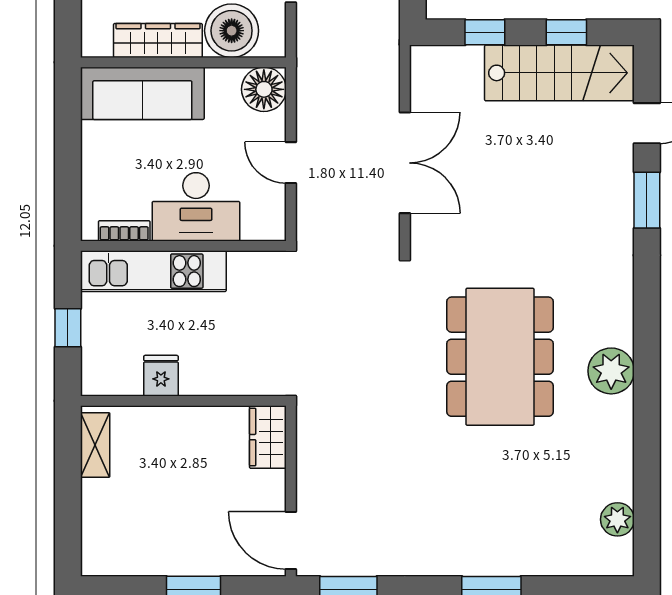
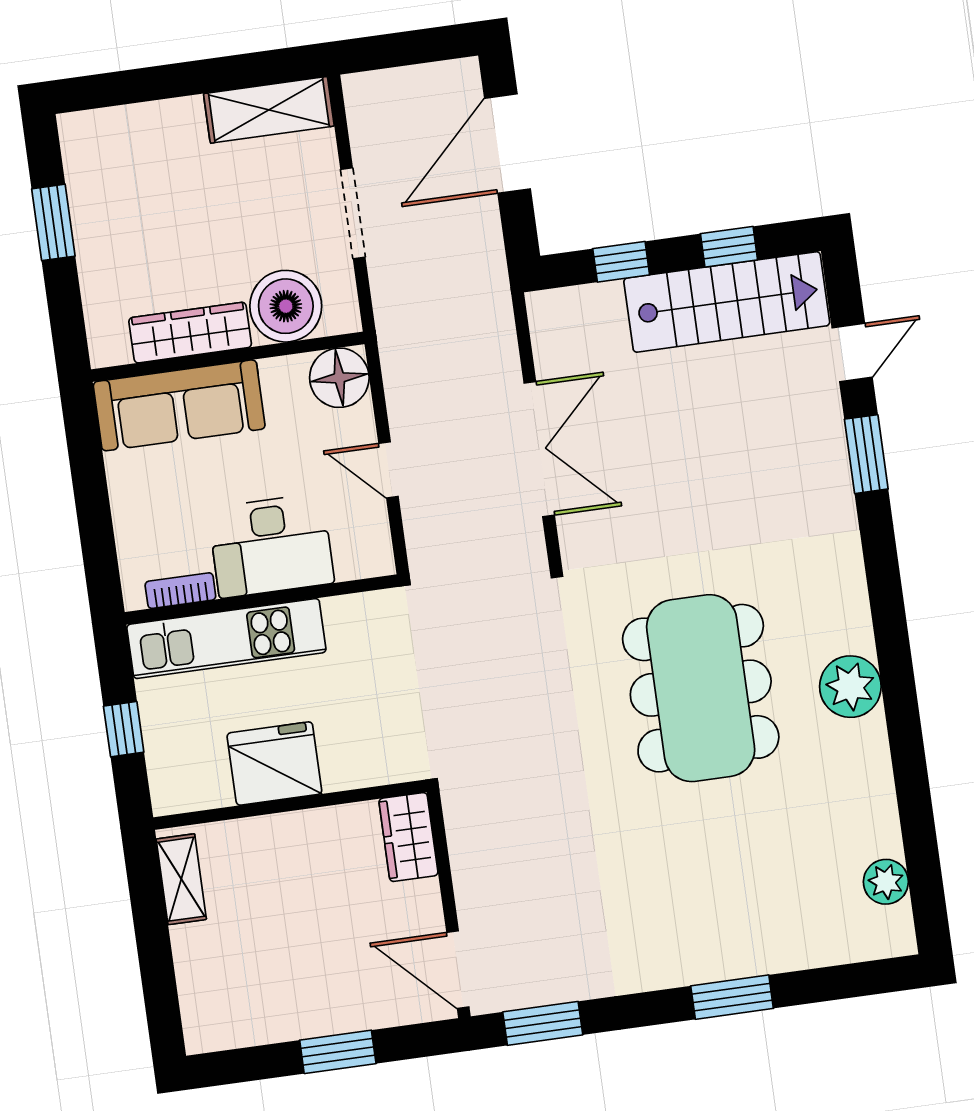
fridge: (161, 376) -> (274, 764), width x1.88, depth x1.34

